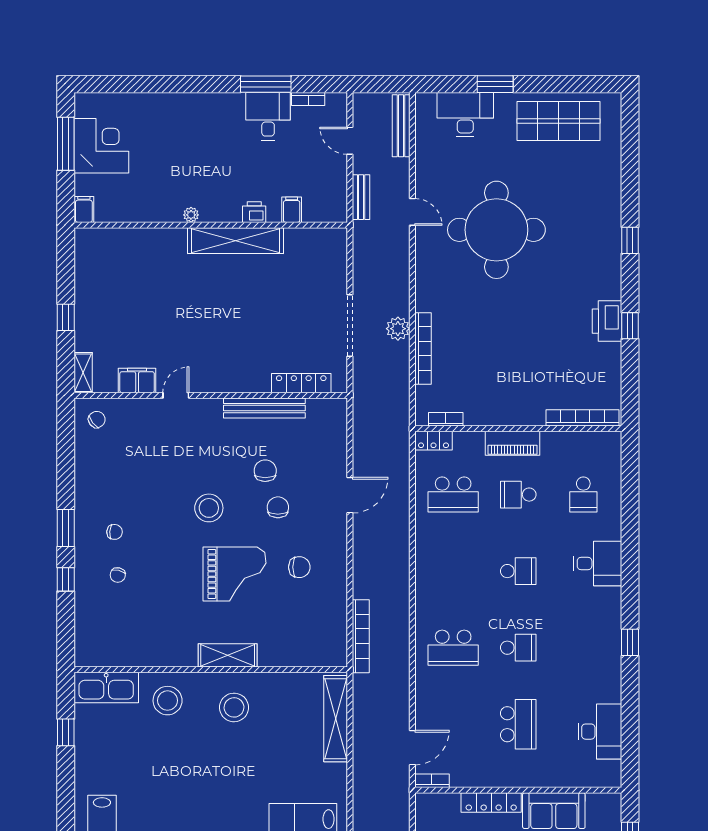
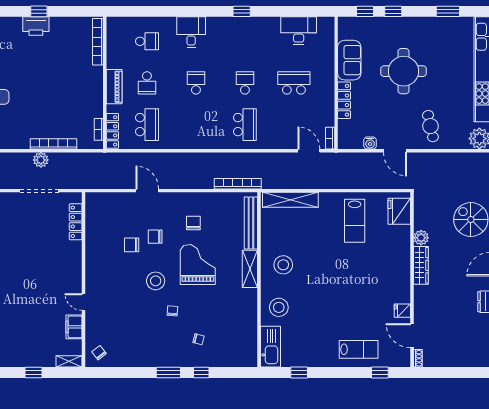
bench: (264, 408) -> (251, 223), moved
locker: (433, 441) -> (112, 131), width x1.53
chair: (115, 532) -> (172, 311), moved

